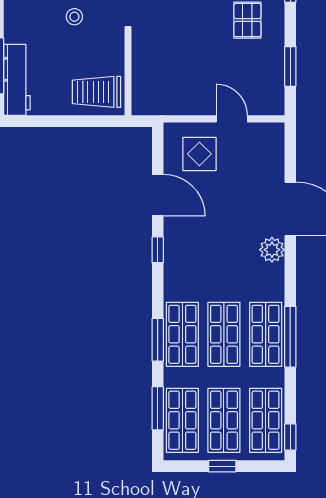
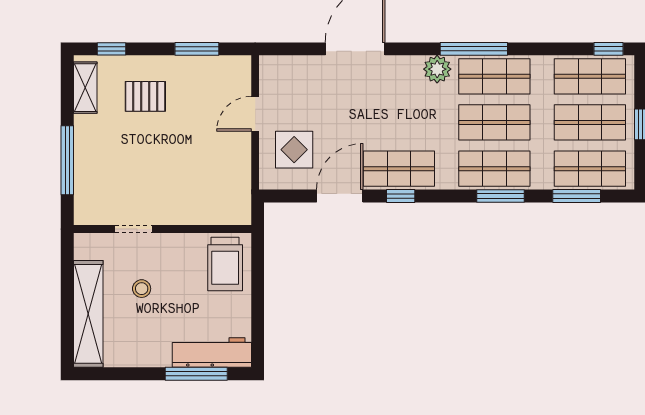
shop shelf: (182, 248) -> (399, 169), added
plant: (272, 250) -> (437, 69), moved
window: (290, 337) -> (474, 49), moved

